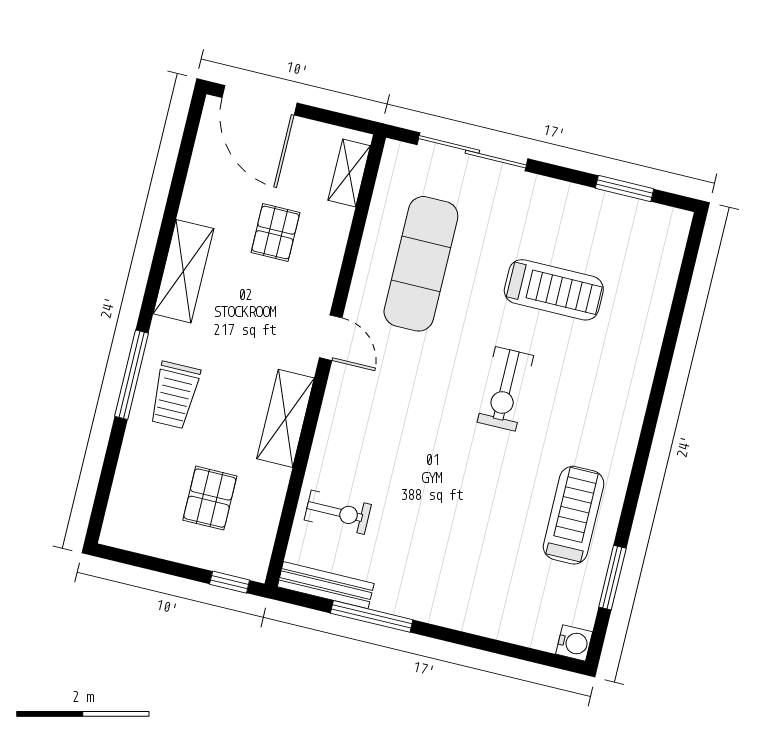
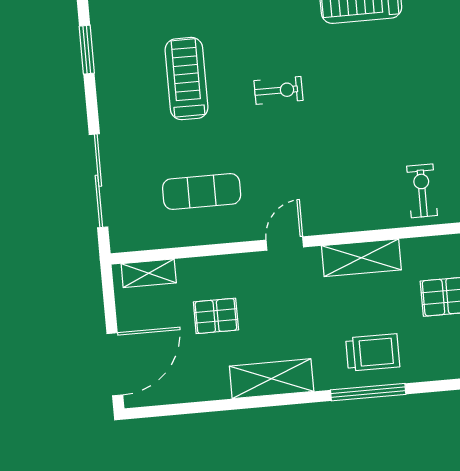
exercise mat: (421, 264) -> (202, 192), width x0.73, depth x0.69
exercise bike: (505, 389) -> (278, 90), width x0.73, depth x0.72

